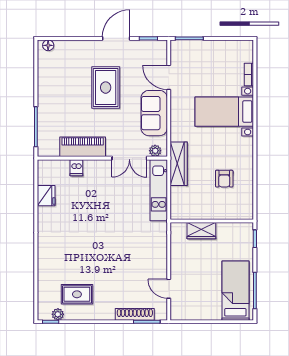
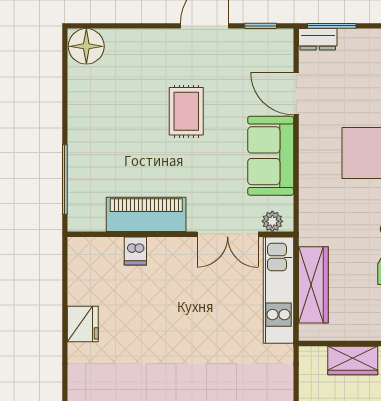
floor lamp: (48, 45) -> (86, 46), width x1.89, depth x1.89
dresser: (181, 46) -> (318, 39), added
rug: (106, 88) -> (186, 111), width x0.73, depth x0.70
wardrobe: (179, 164) -> (313, 285), moved
fridge: (46, 196) -> (83, 324), moved

